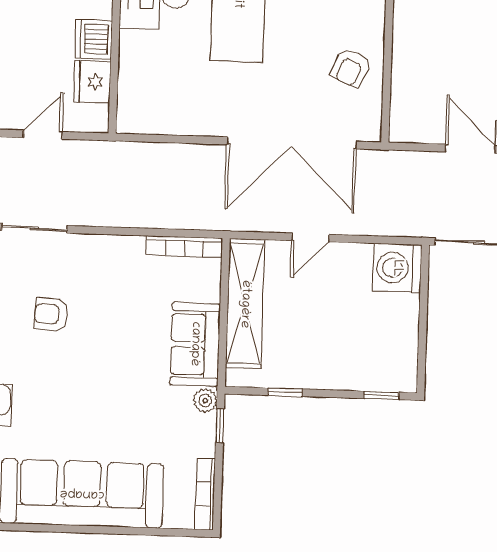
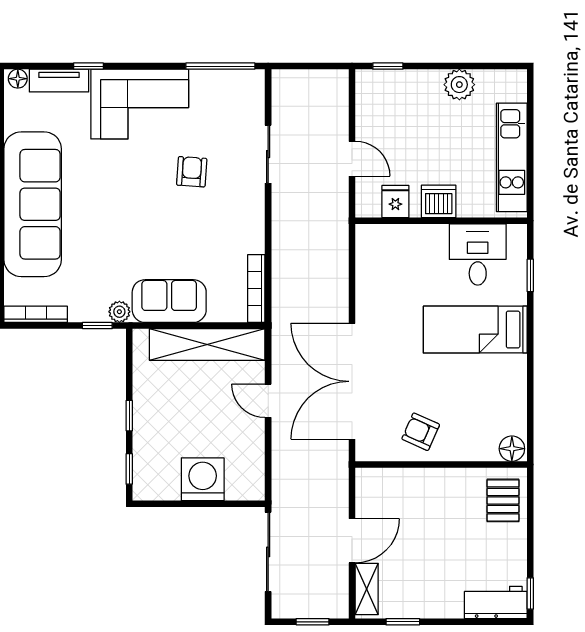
fridge: (92, 82) -> (395, 202), width x0.72
washing machine: (397, 268) -> (203, 479), moved
window: (285, 392) -> (129, 416), moved

